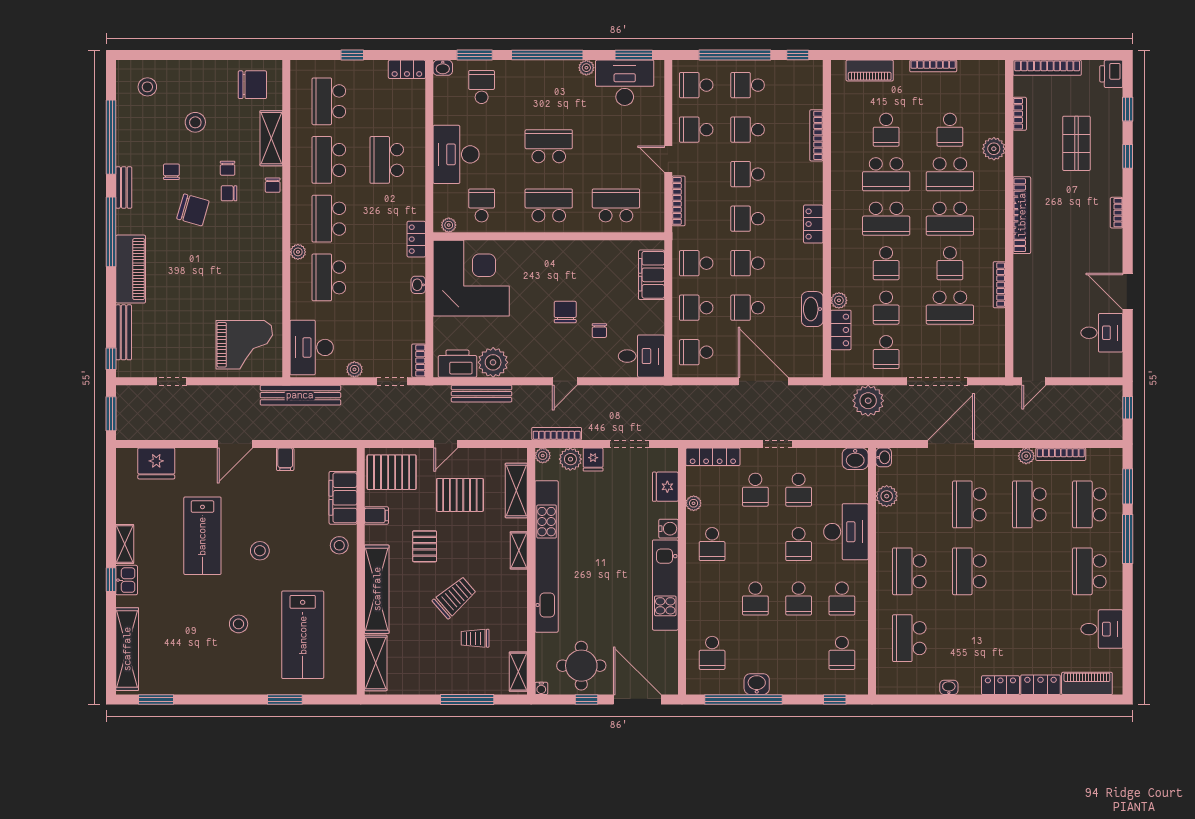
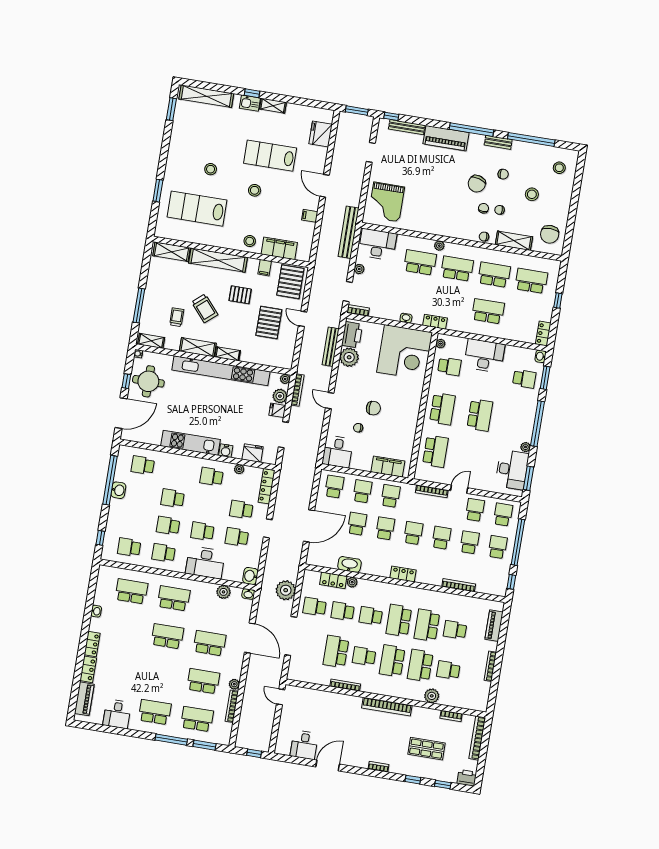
shelving: (516, 491) -> (198, 347), moved

